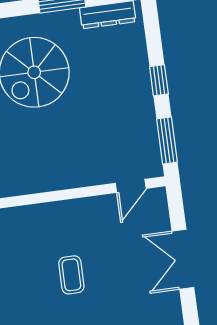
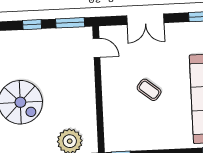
coffee table: (71, 275) -> (149, 90), turned 39

